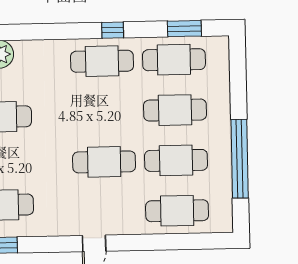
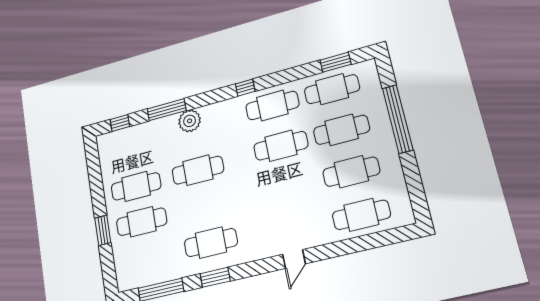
window: (113, 30) -> (245, 88), moved
window: (240, 159) -> (398, 119), moved
cafe table: (104, 162) -> (281, 146), moved

